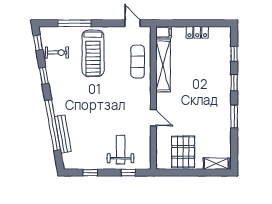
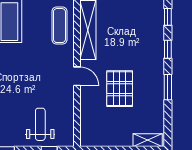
door: (153, 118) -> (77, 76), moved
pallet: (183, 152) -> (120, 89), moved

